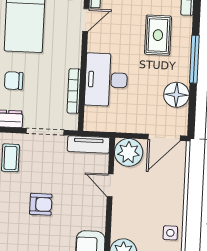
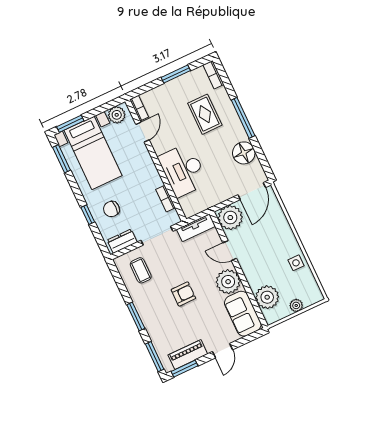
bookcase: (74, 91) -> (166, 199), width x0.64
plant: (92, 216) -> (228, 282), added

